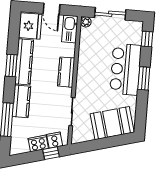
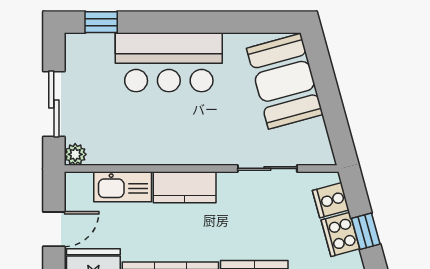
kitchen sink: (70, 29) -> (123, 187), moved
window: (144, 78) -> (185, 22), removed
window: (51, 153) -> (366, 231), moved

